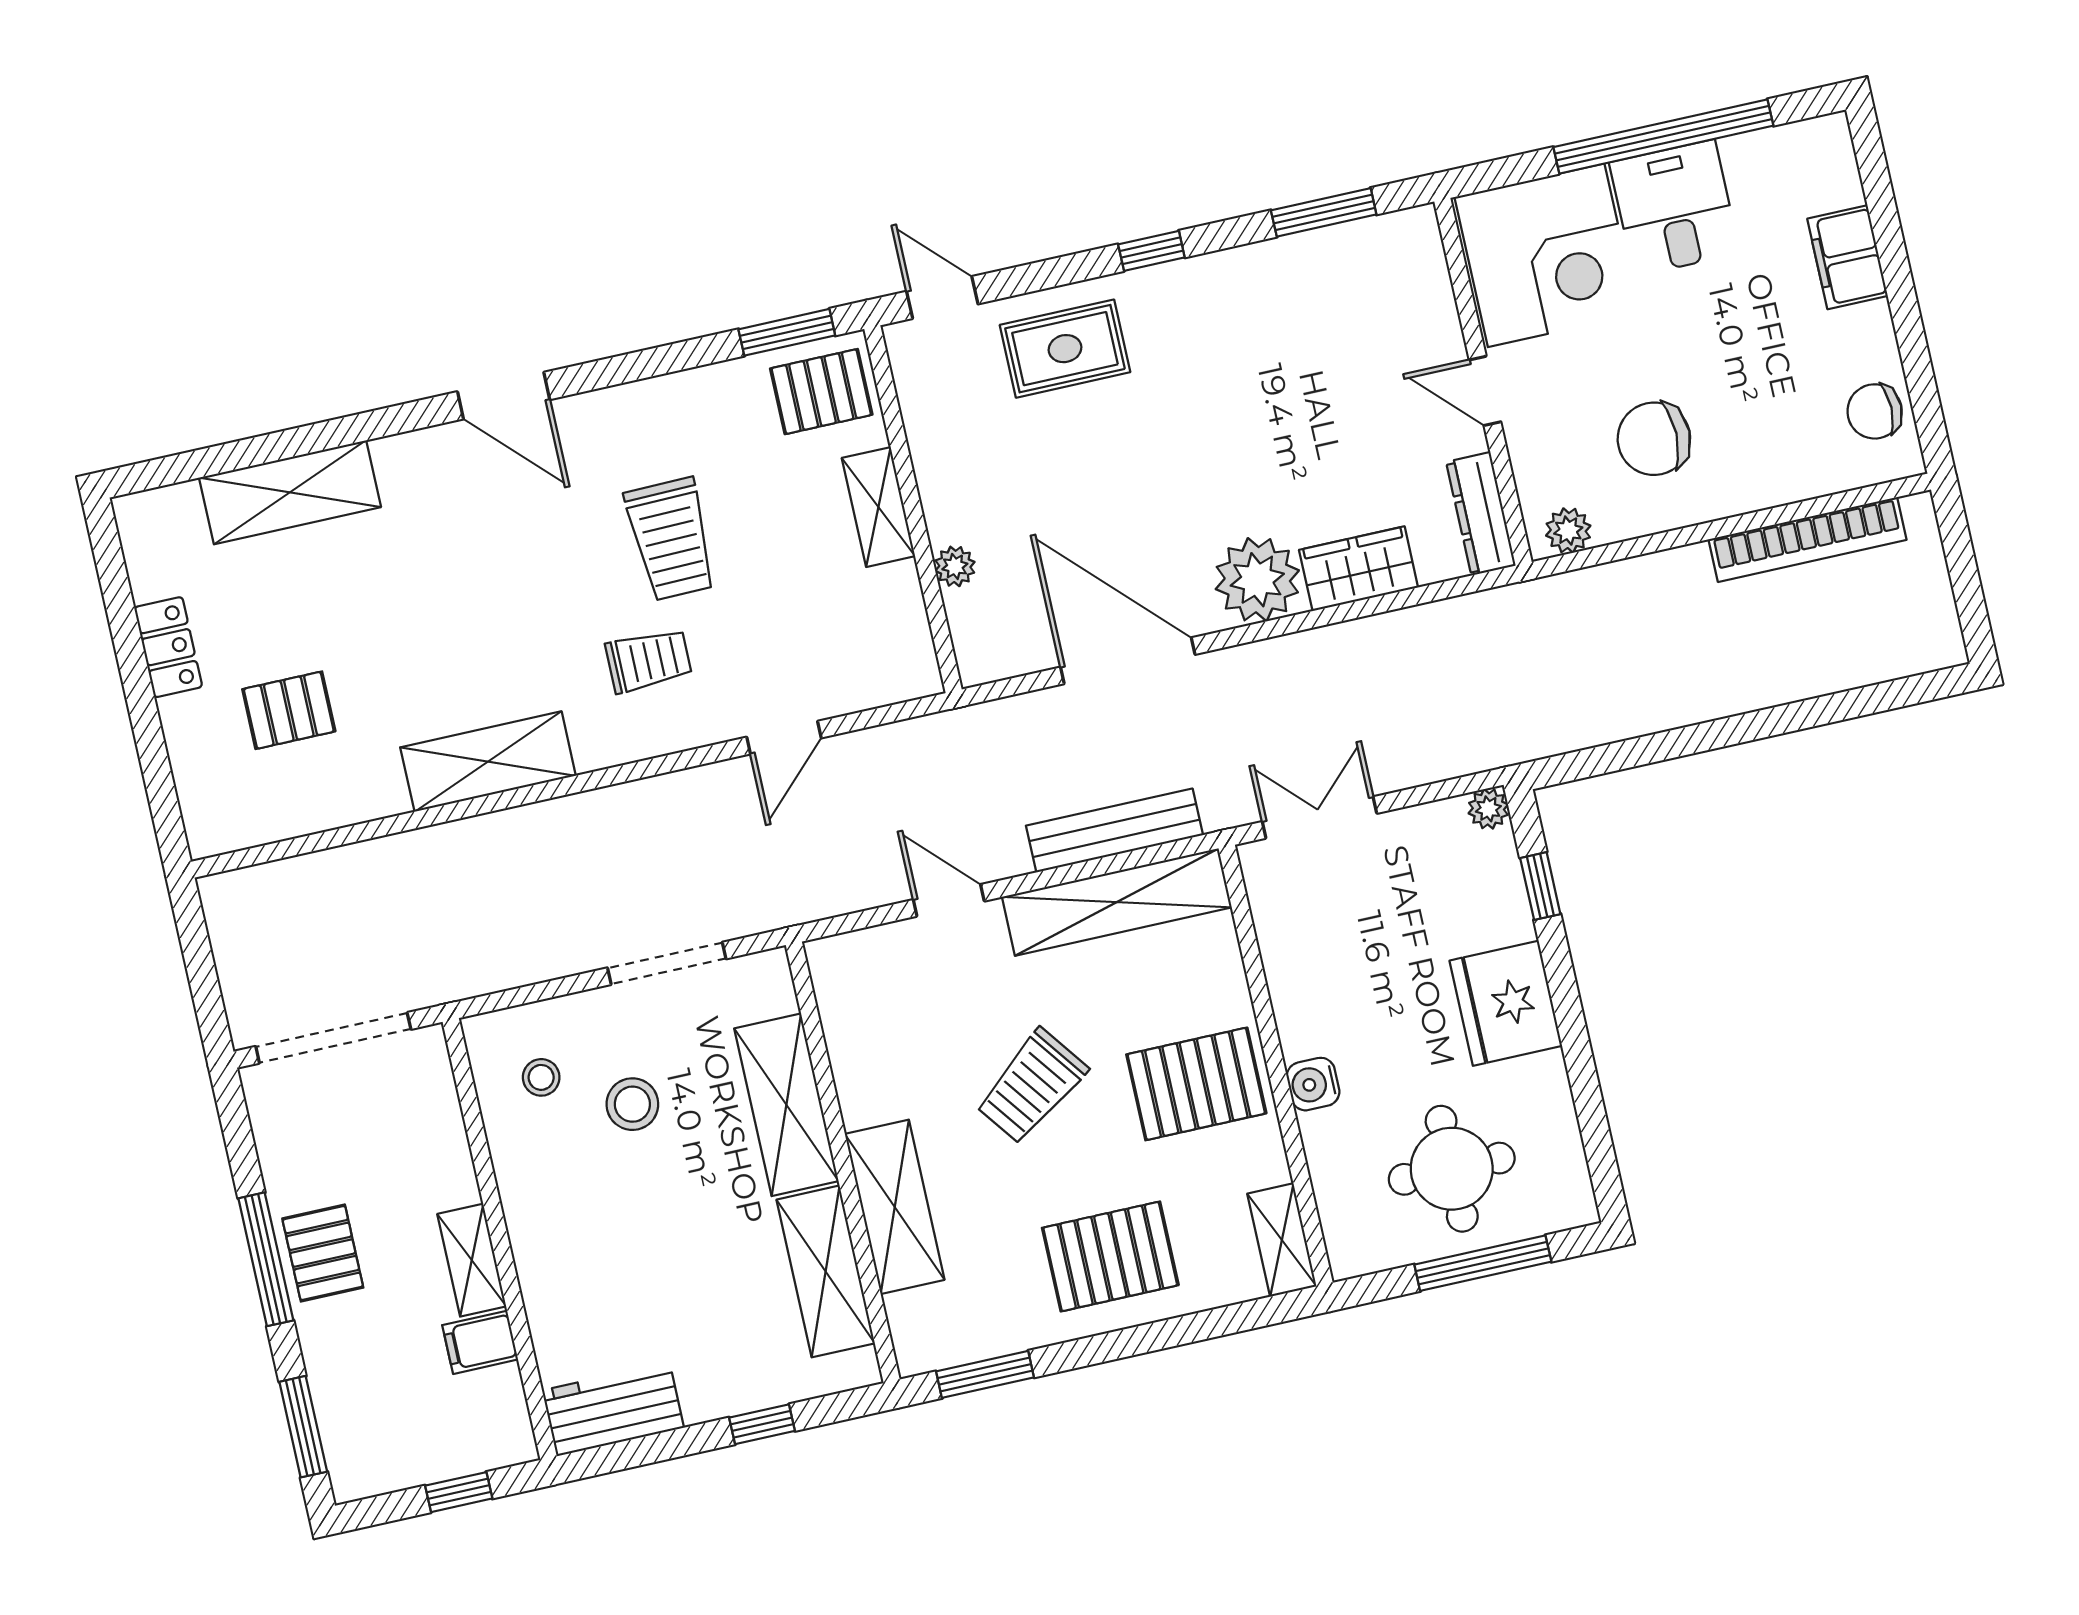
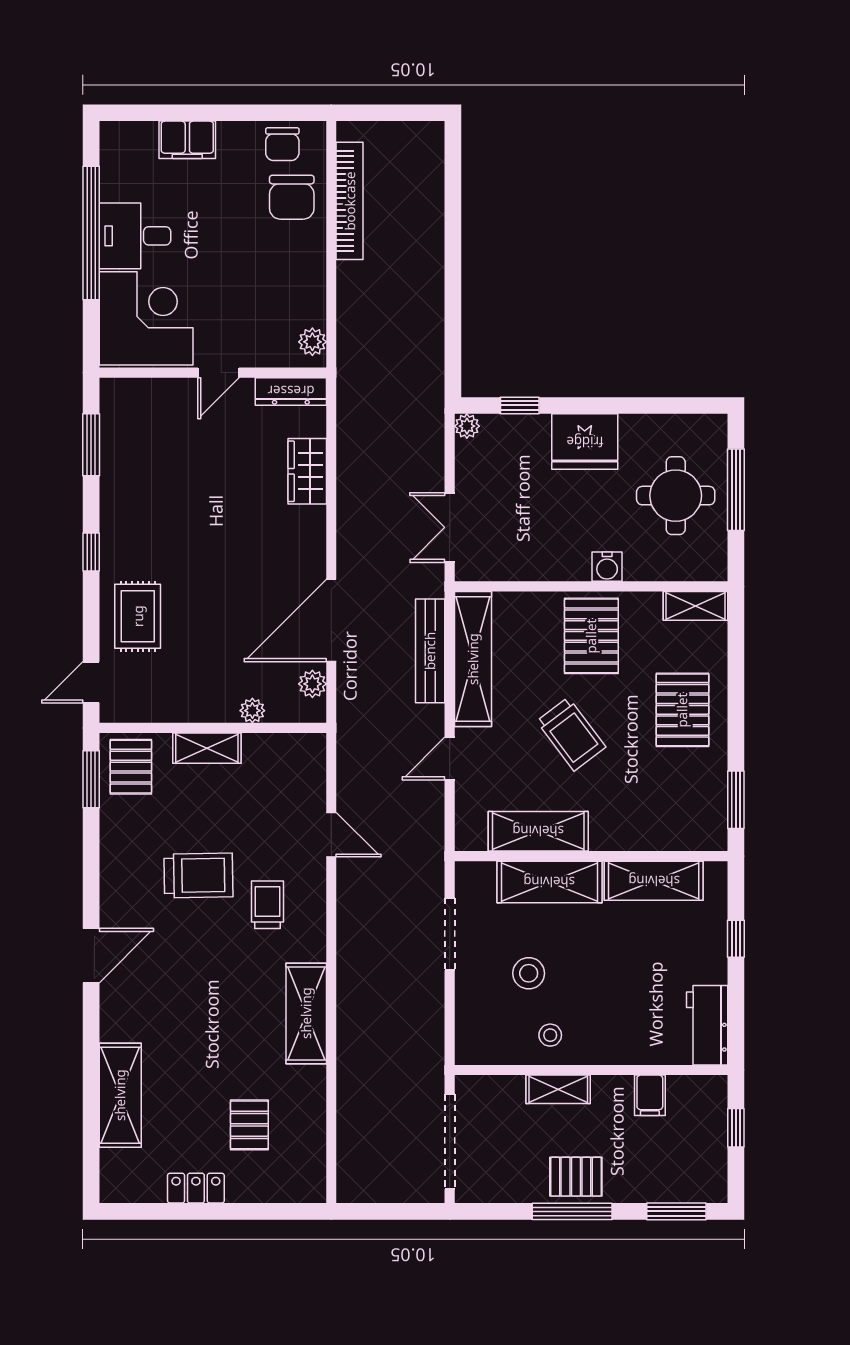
chair: (1654, 439) -> (292, 197), moved
plant: (1257, 580) -> (312, 684), moved, width x0.53, depth x0.53
stool: (541, 1077) -> (550, 1035), moved
shelving: (895, 1207) -> (538, 831), moved
shelving: (472, 1260) -> (558, 1089), moved

